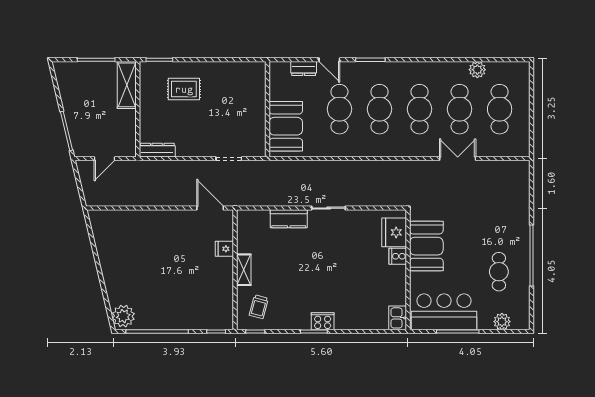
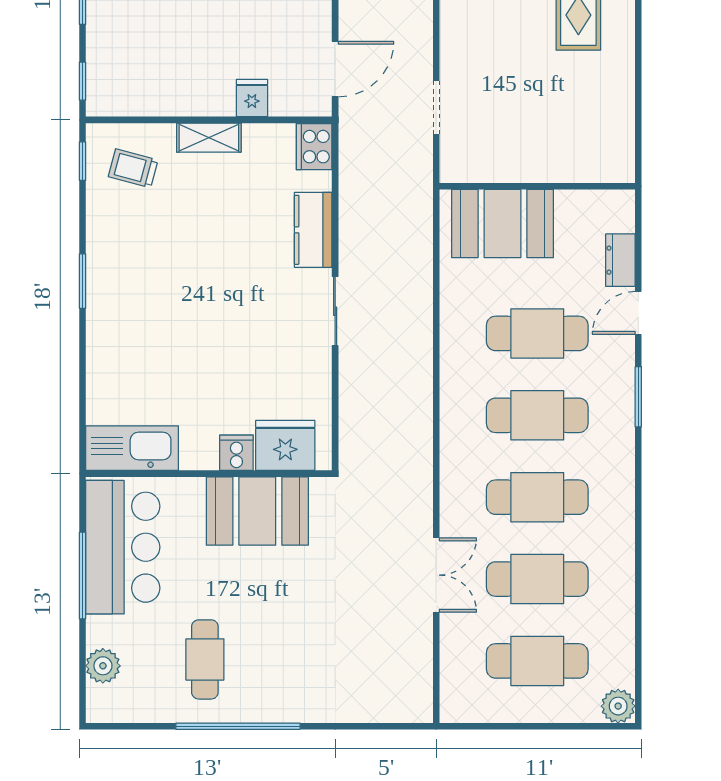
plant: (477, 70) -> (618, 706), moved
cafe table: (499, 272) -> (205, 659), turned 90
kitchen sink: (398, 318) -> (132, 448), width x1.88, depth x1.24
cooker: (323, 321) -> (314, 147), moved, turned 180

